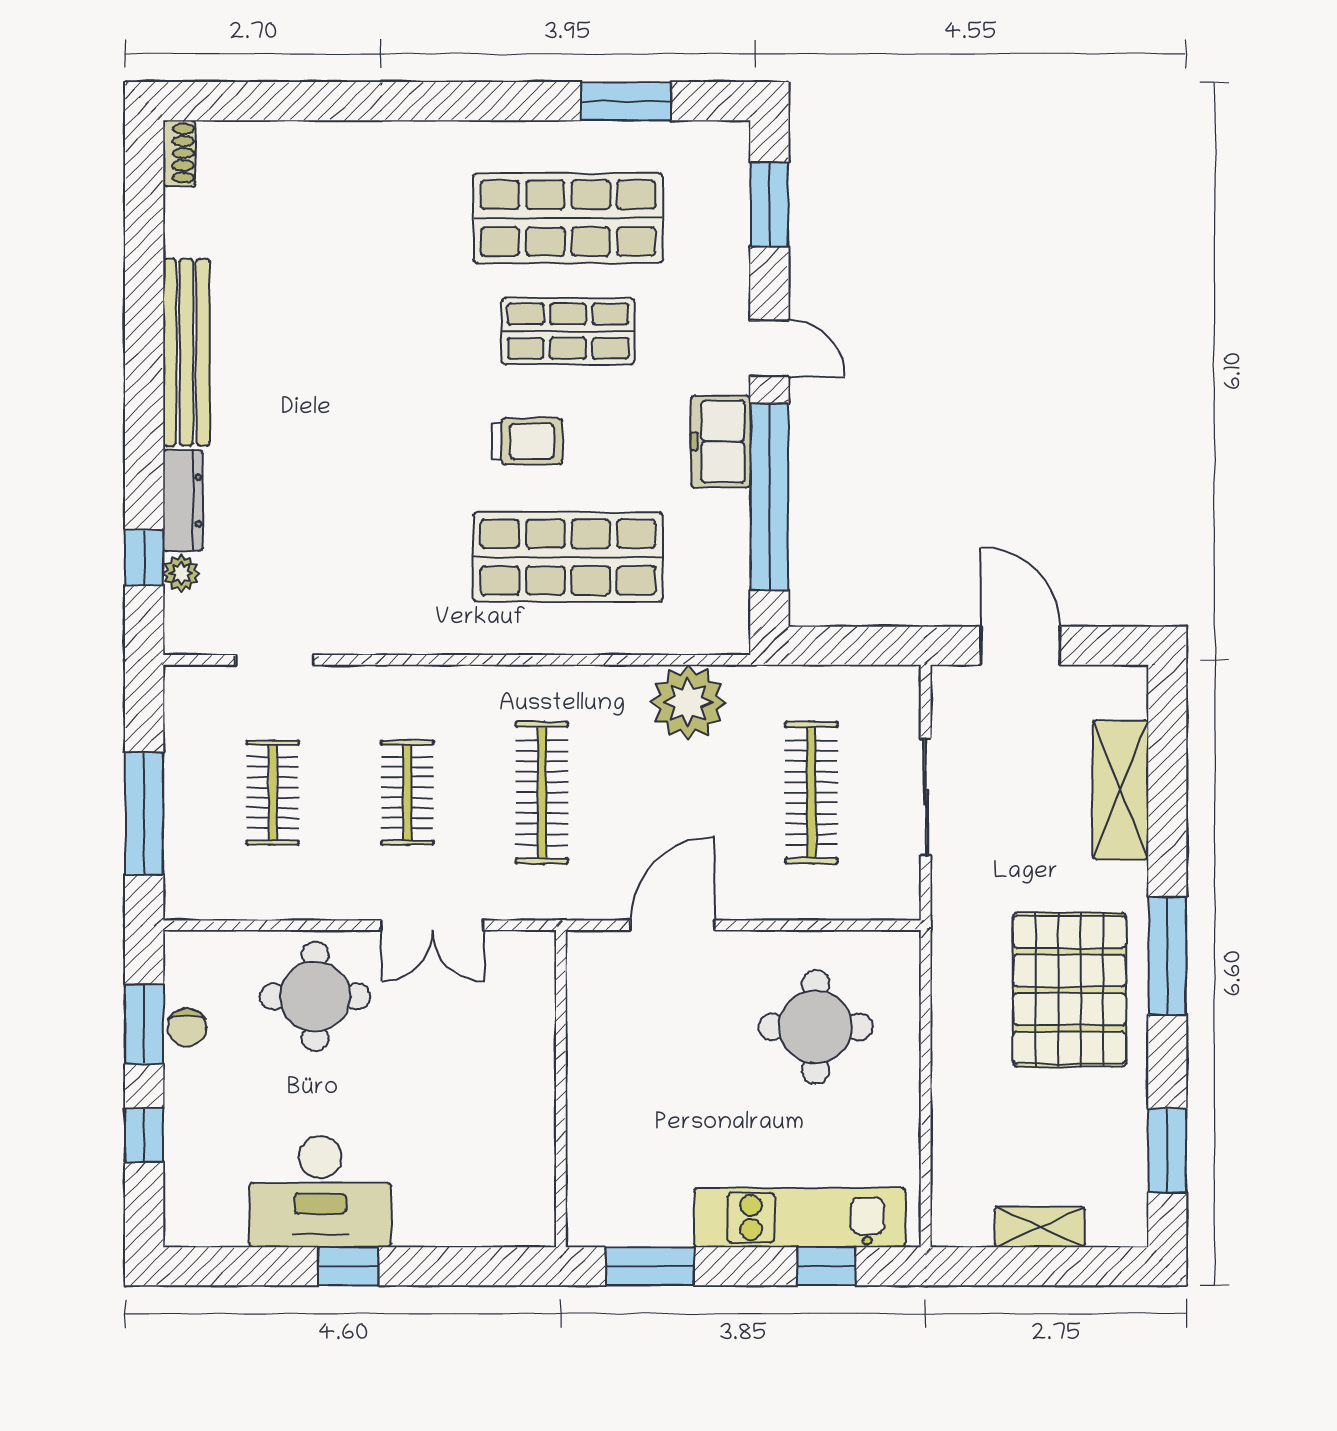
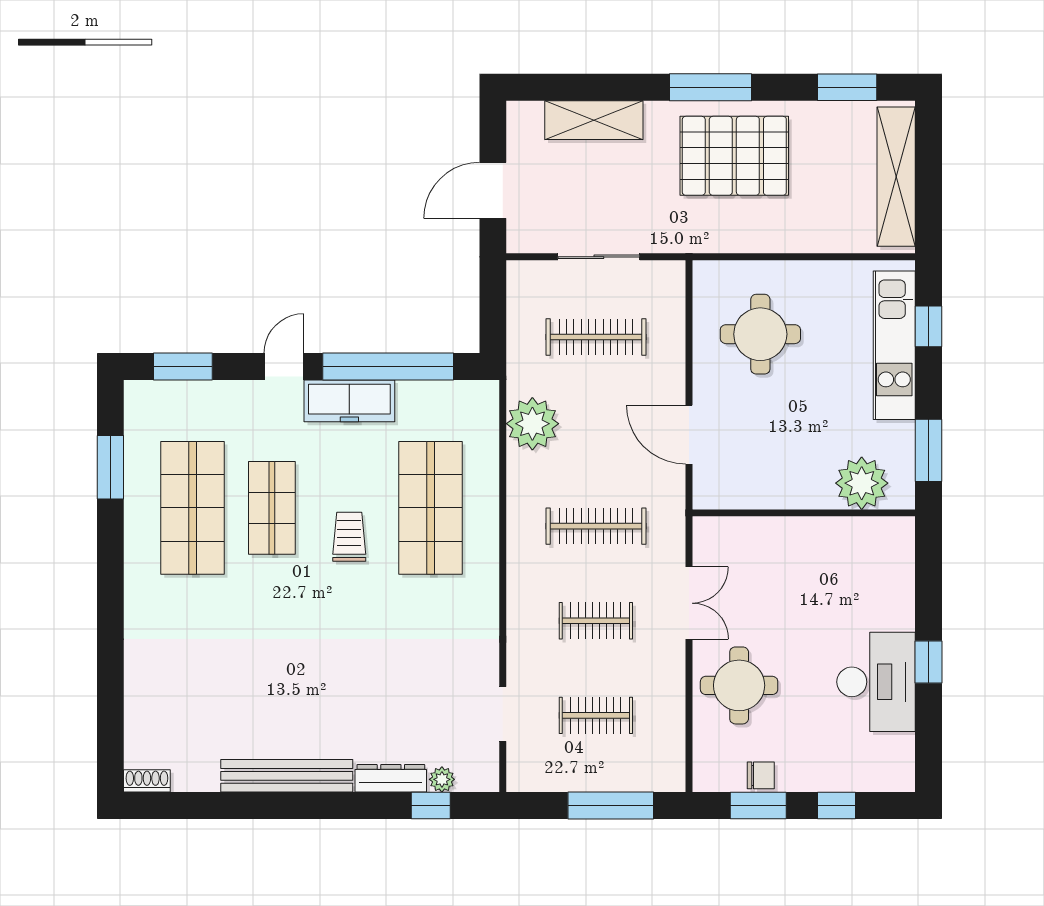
freezer: (721, 441) -> (349, 401), width x1.40
plant: (603, 1171) -> (862, 483), added
shelving: (1040, 1227) -> (896, 177), width x2.20, depth x1.33

